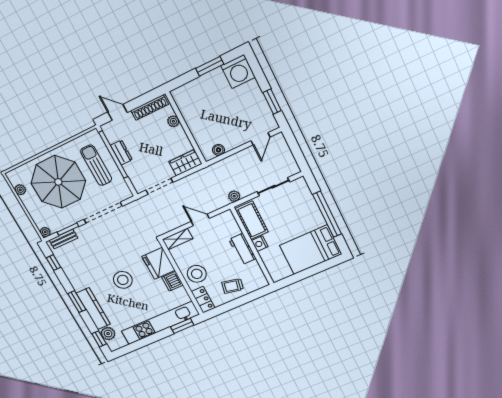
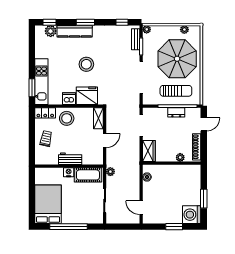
window: (272, 102) -> (174, 227), moved
kitchen unit: (160, 323) -> (41, 82), width x0.73

